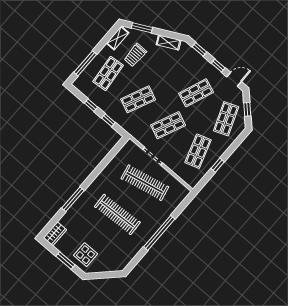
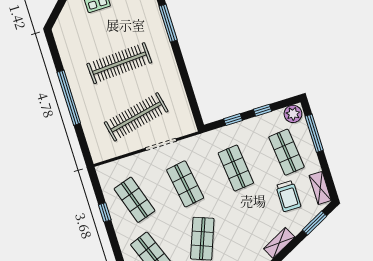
trolley: (135, 55) -> (288, 196), turned 180
plant: (81, 84) -> (293, 114), added
shop shelf: (138, 99) -> (236, 168), turned -30
shop shelf: (168, 125) -> (185, 184), turned -33

